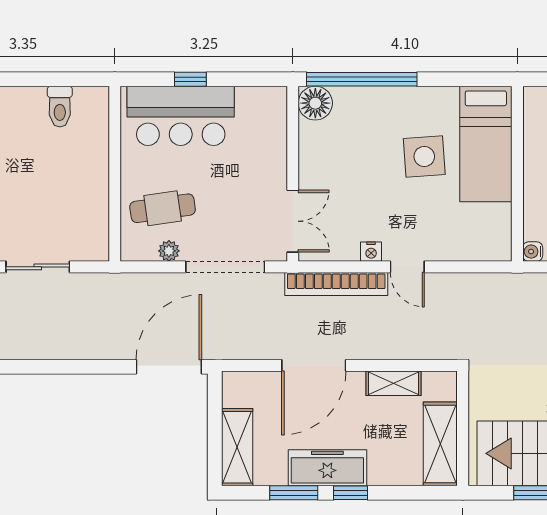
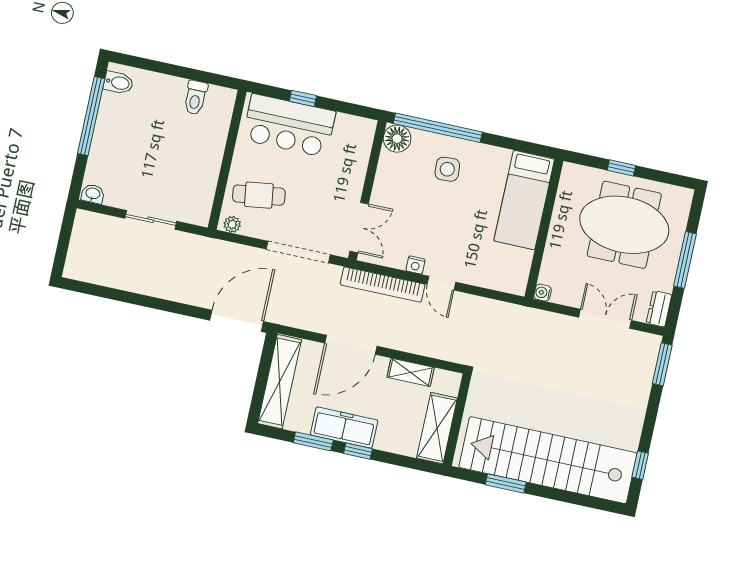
side table: (424, 156) -> (447, 169), moved, width x0.73, depth x0.73
plant: (169, 251) -> (232, 224), moved
shelving: (237, 447) -> (280, 382), width x1.47

